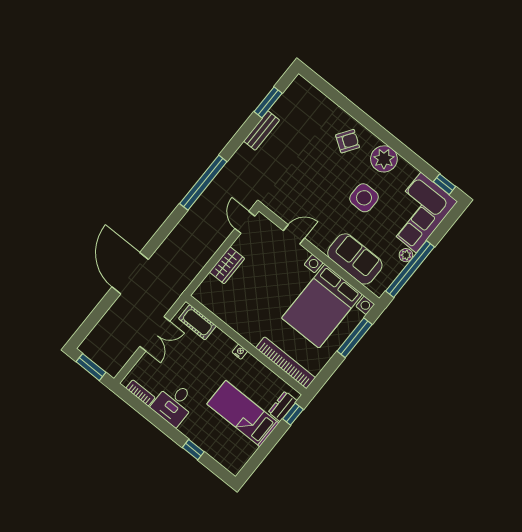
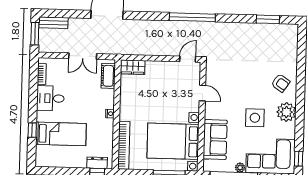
bench: (262, 131) -> (53, 23), moved
wardrobe: (227, 265) -> (133, 67), moved
bed: (243, 414) -> (61, 134), moved, turned 90

